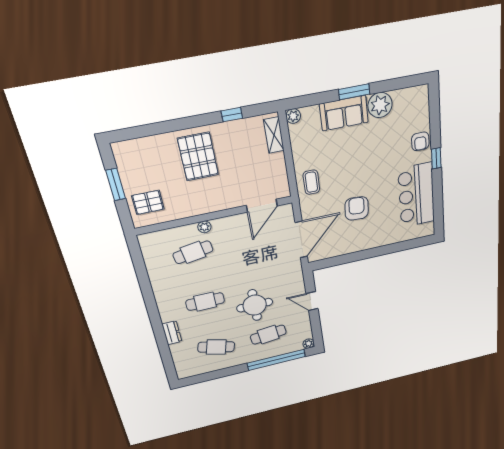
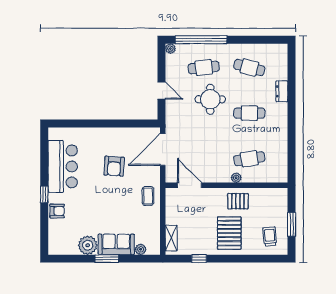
plant: (293, 116) -> (141, 249), moved
armchair: (420, 141) -> (57, 211), turned 90
trolley: (141, 163) -> (270, 237), added
pallet: (148, 202) -> (238, 201), moved
door: (262, 206) -> (189, 185), hinge flipped

